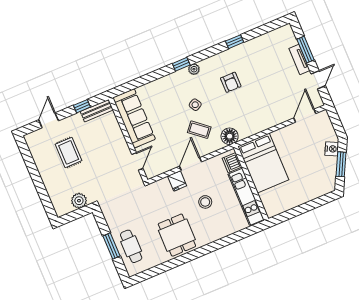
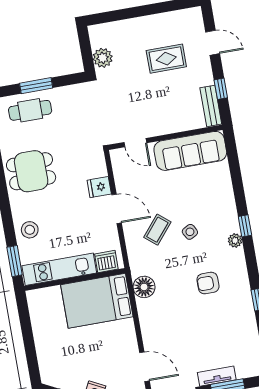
floor lamp: (230, 136) -> (144, 287), moved
stool: (205, 202) -> (30, 230), moved
window: (248, 232) -> (15, 261), added

